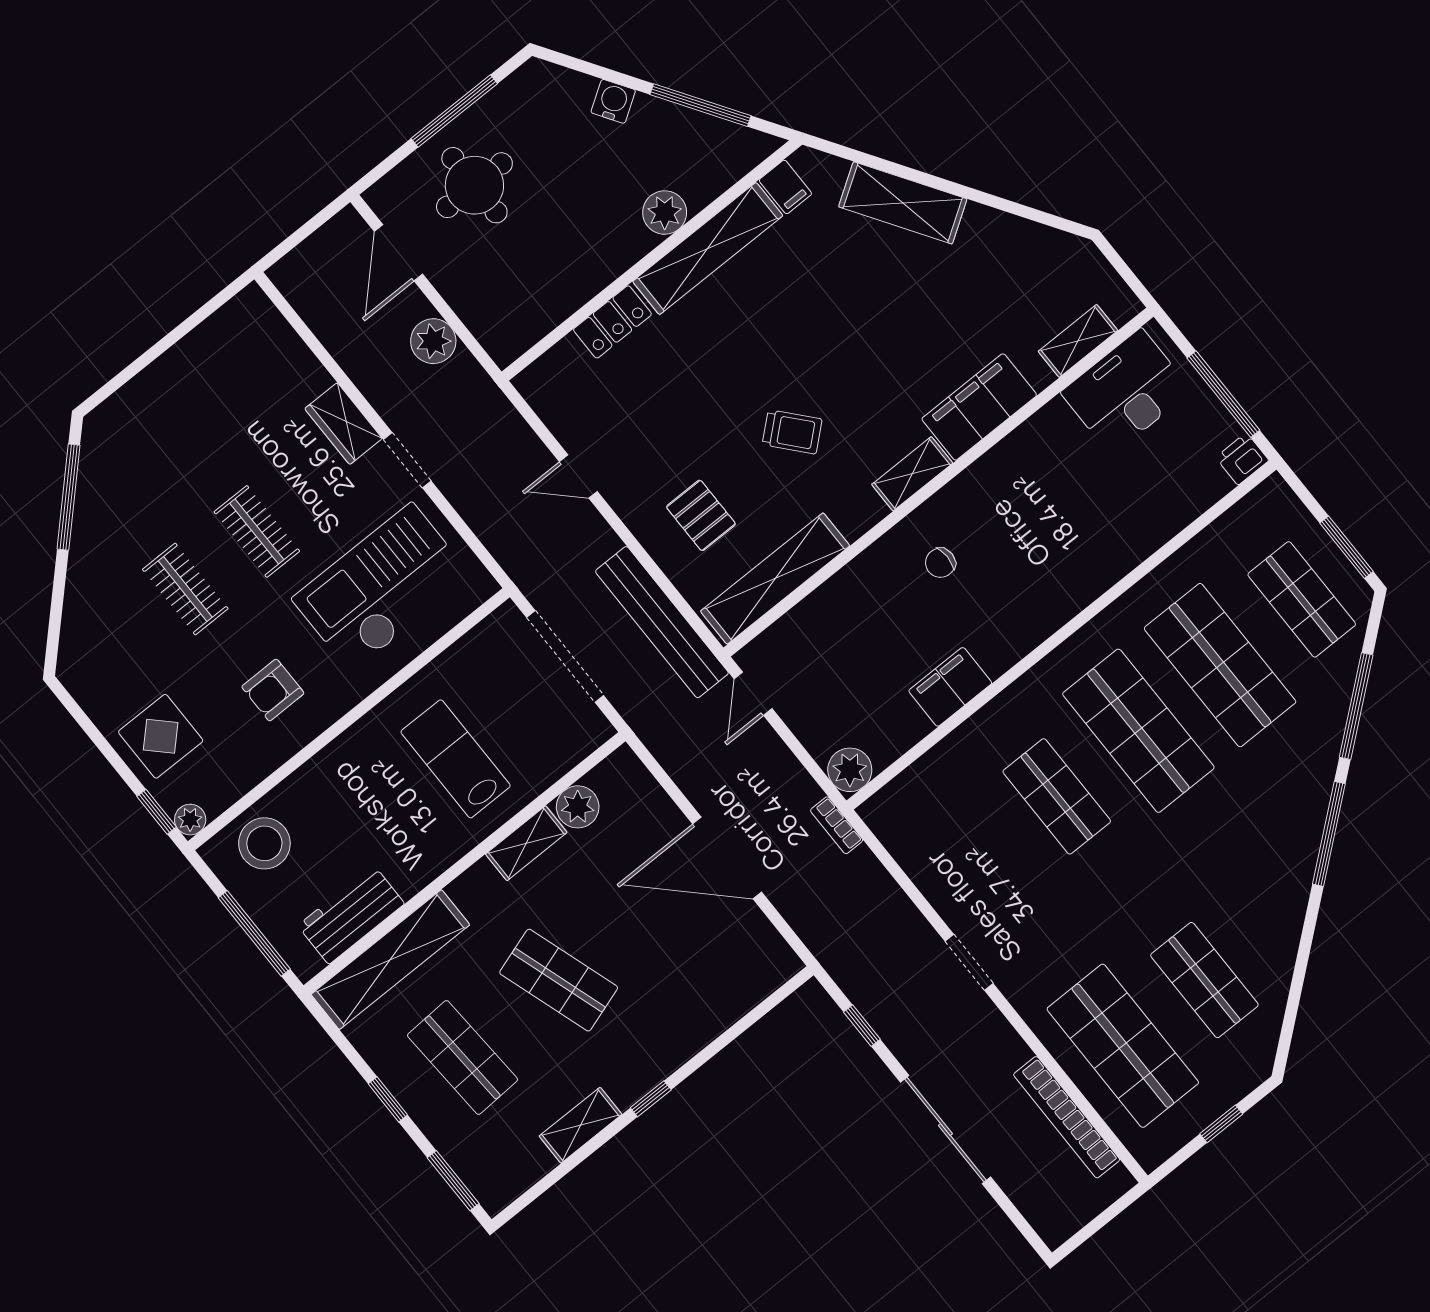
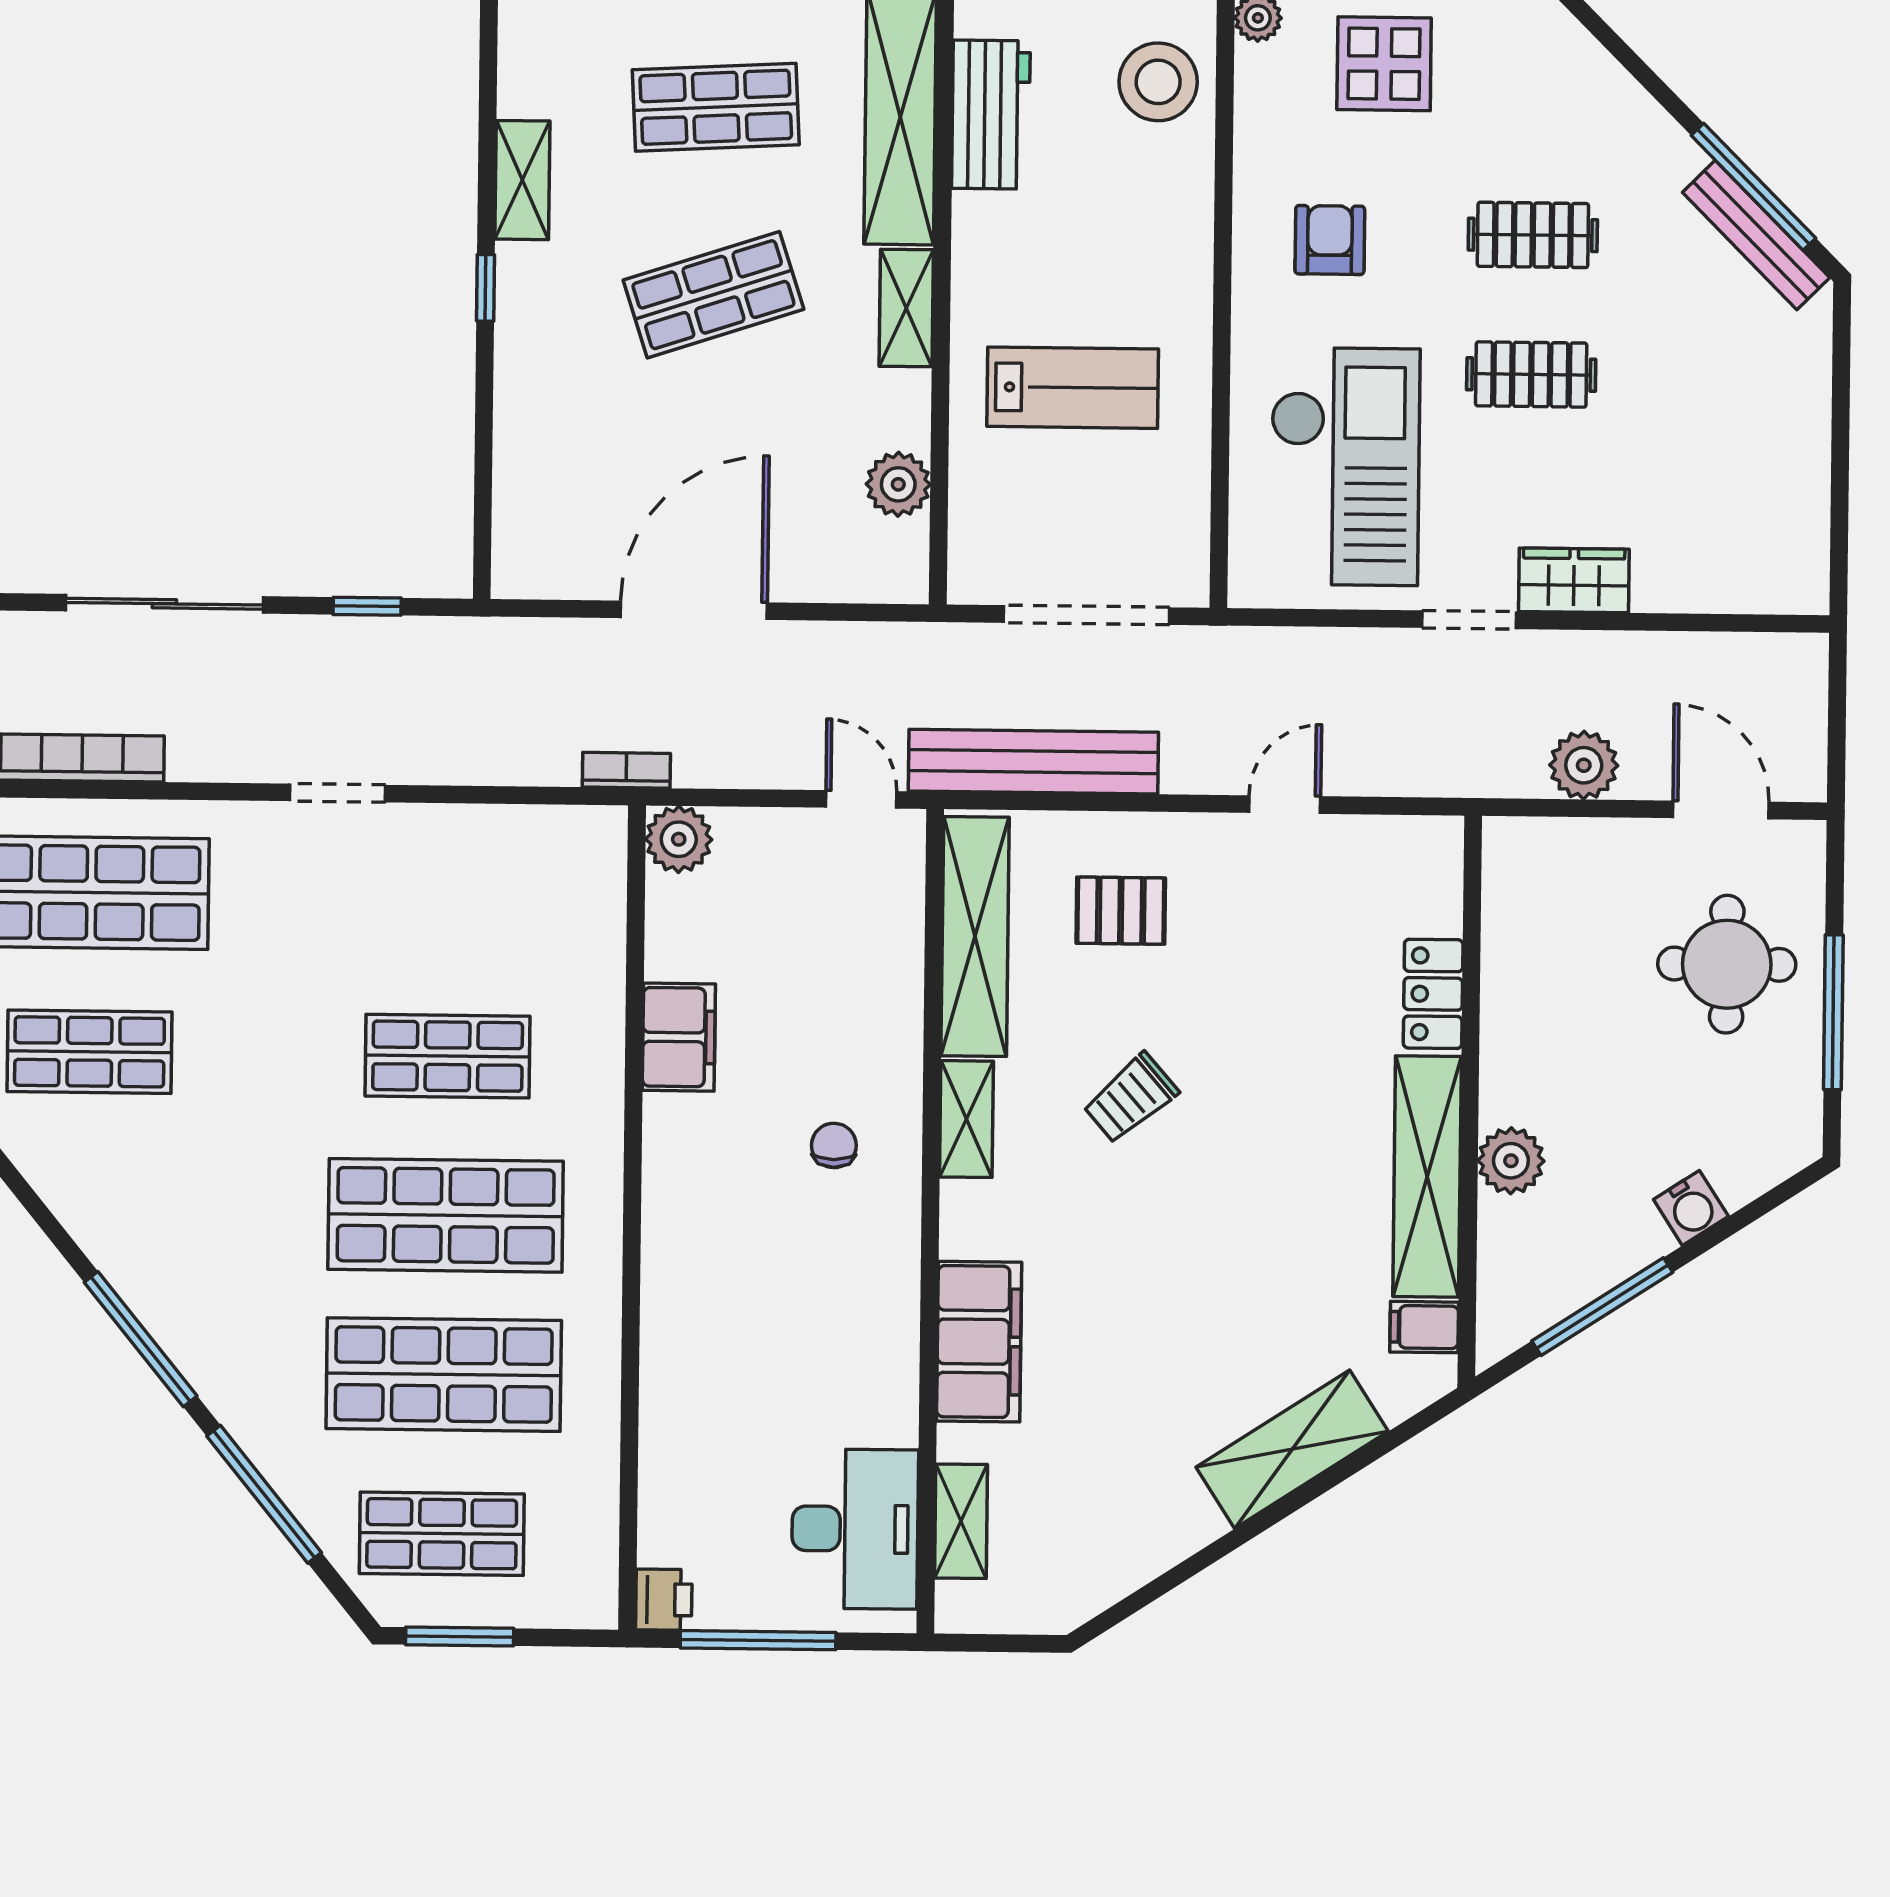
shelving: (912, 474) -> (966, 1119), moved
bench: (92, 476) -> (1756, 235), added
shelving: (526, 843) -> (906, 308), moved

